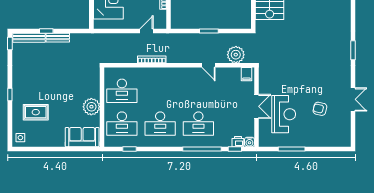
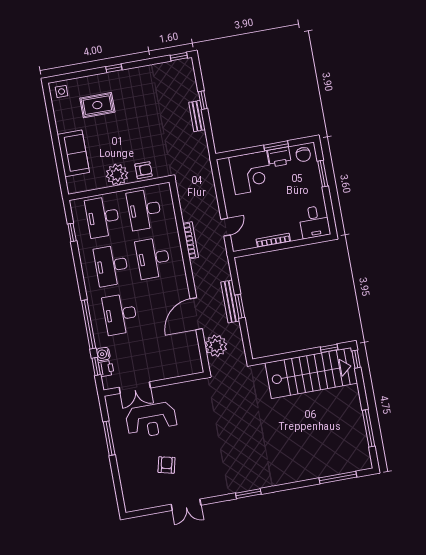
door: (146, 31) -> (226, 227), hinge flipped
bench: (29, 38) -> (230, 302), moved
door: (209, 65) -> (196, 314), width x1.88
filing cabinet: (246, 74) -> (194, 364), removed
armchair: (92, 86) -> (144, 170), added
desk: (160, 91) -> (153, 258), added
double door: (256, 106) -> (135, 388), moved
rug: (36, 112) -> (97, 105), turned 90
sofa: (82, 137) -> (73, 153), moved
water cooler: (249, 142) -> (103, 354), moved

